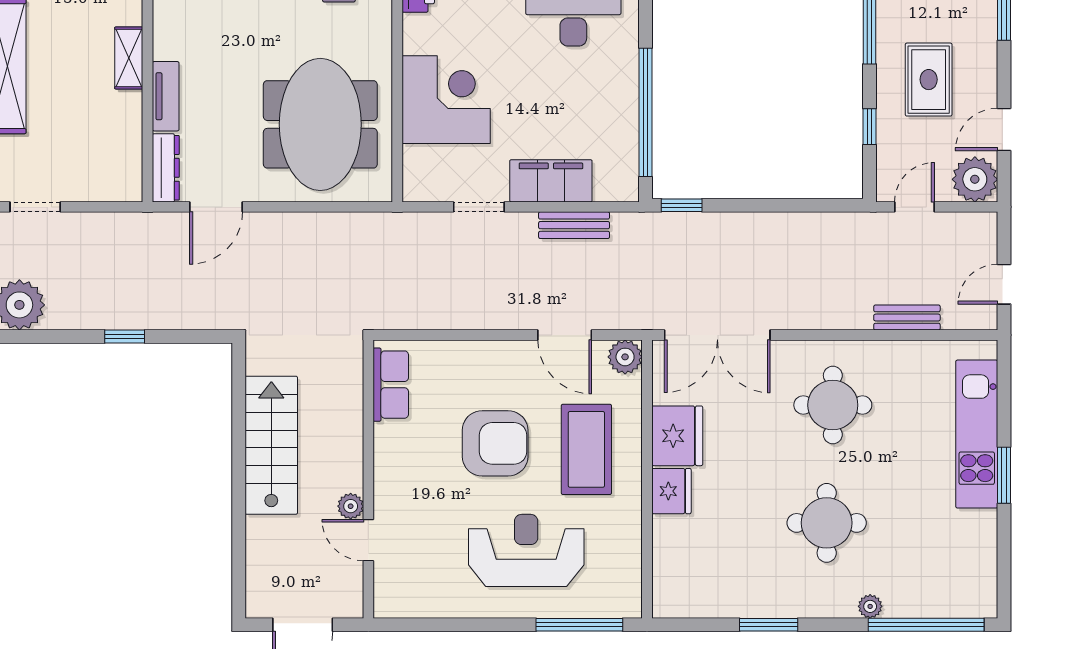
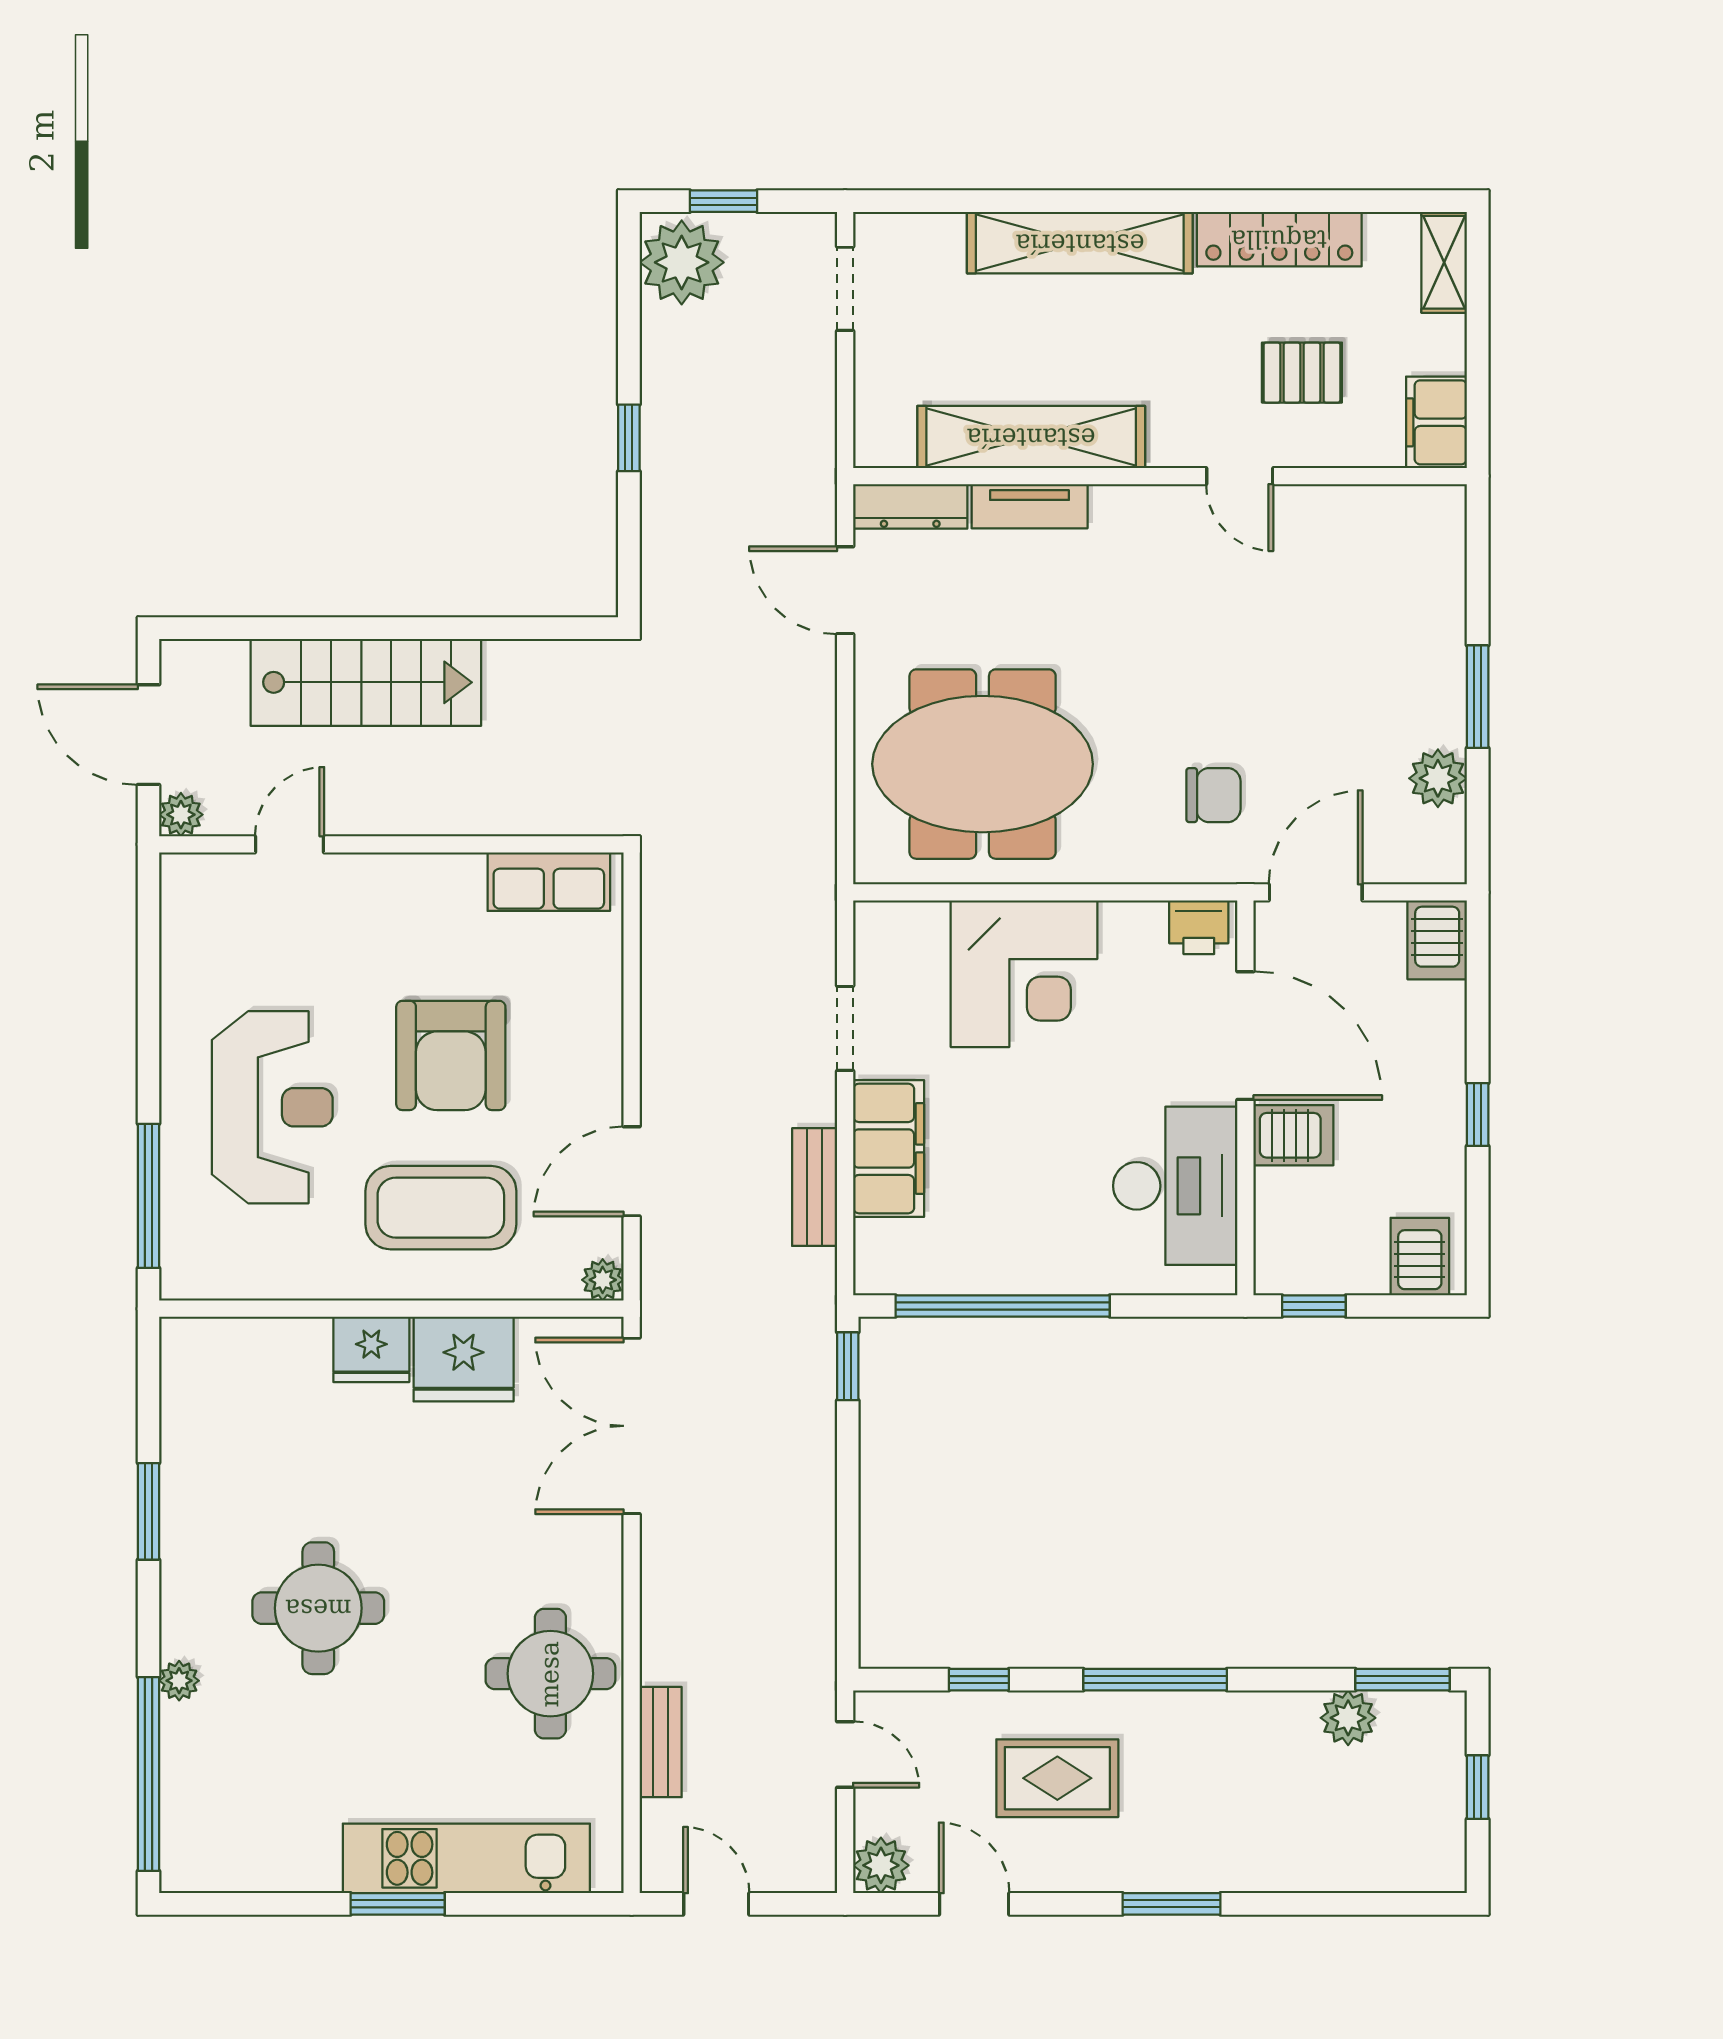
shelving: (129, 58) -> (1031, 437), width x2.20, depth x1.33
plant: (975, 179) -> (881, 1865), width x0.73, depth x0.73
plant: (625, 357) -> (603, 1280), width x0.73, depth x0.73
round table: (833, 405) -> (550, 1674), moved
stairs: (271, 445) -> (366, 682), moved
plant: (351, 506) -> (181, 815), moved

